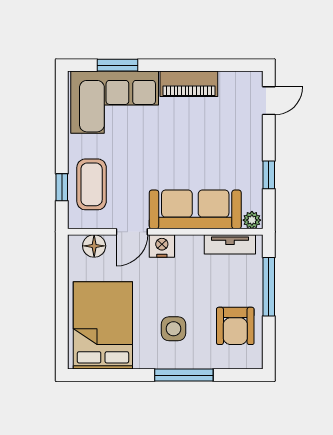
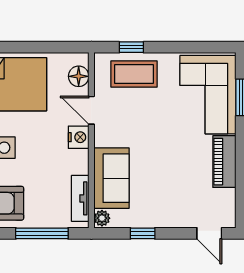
sofa: (195, 209) -> (111, 178), width x0.73

